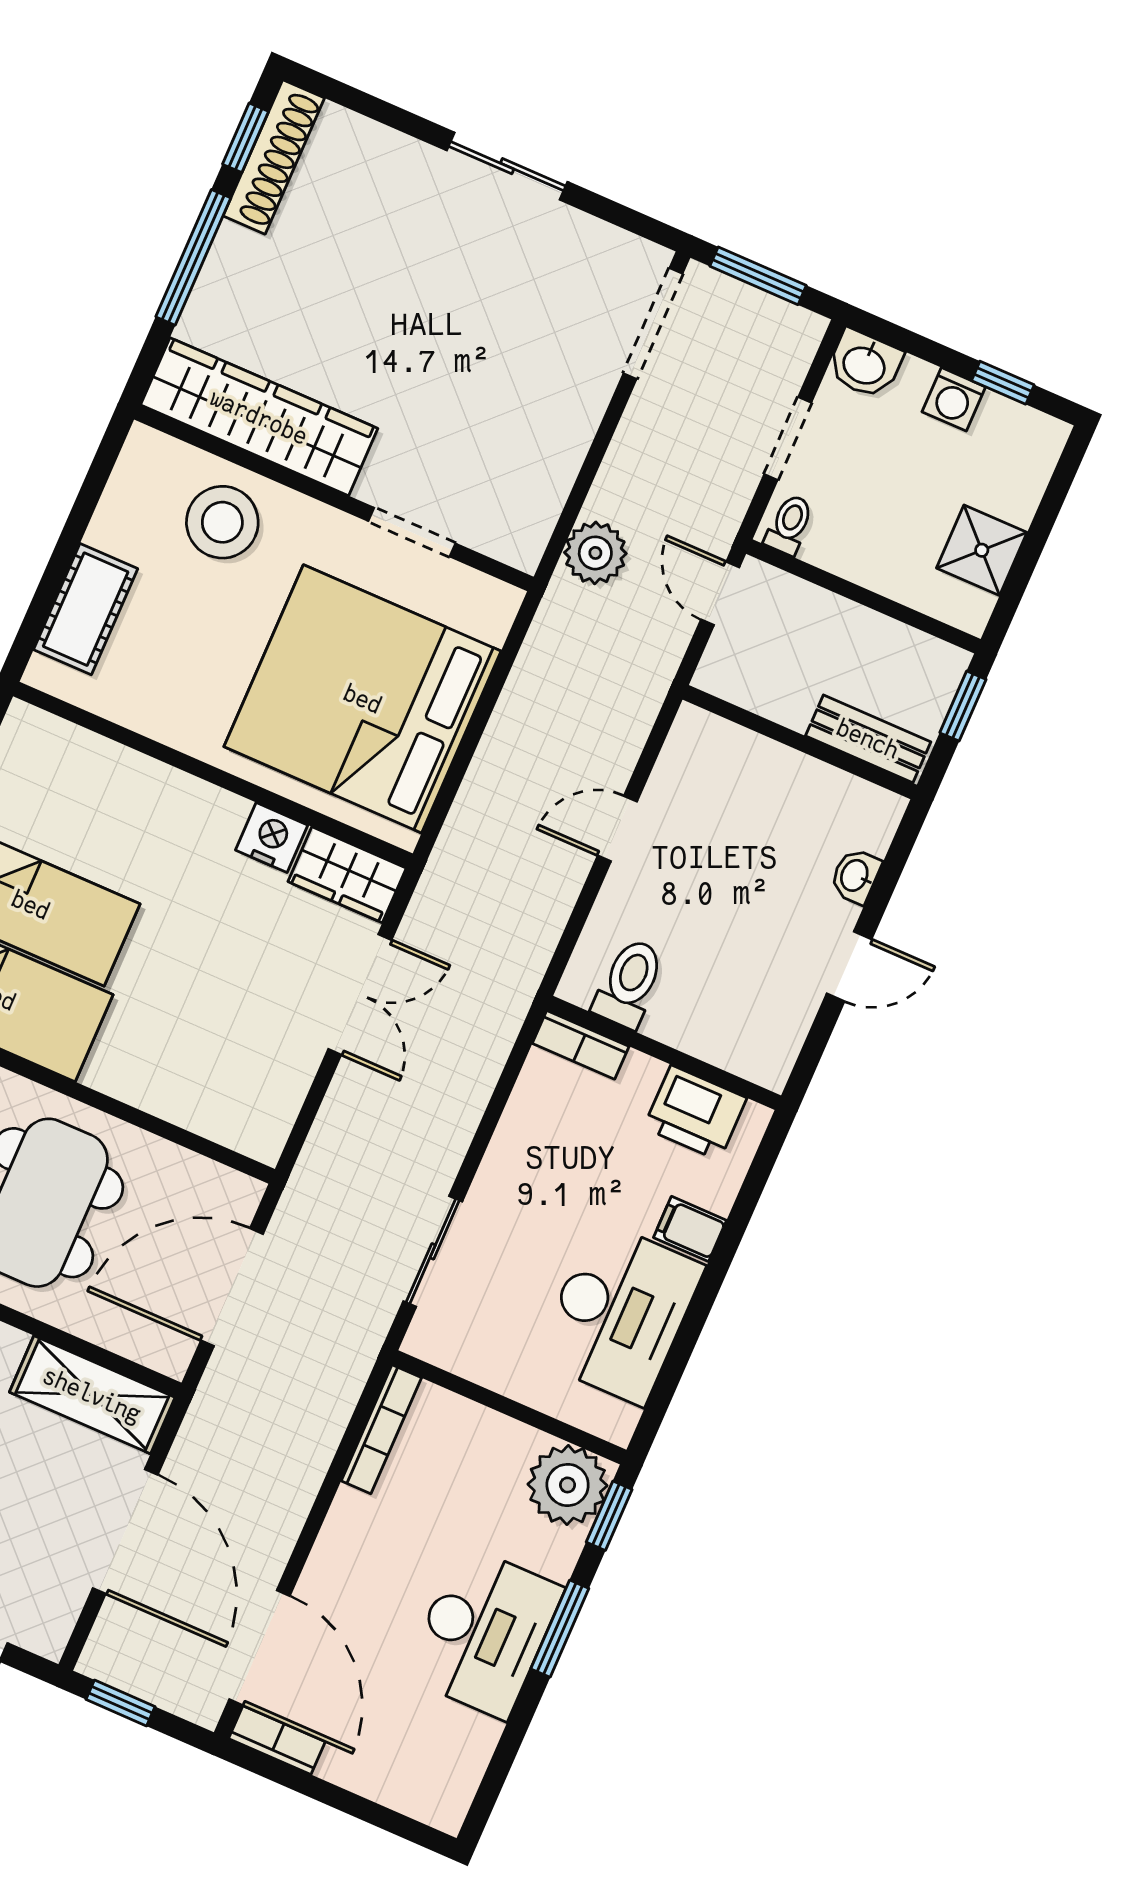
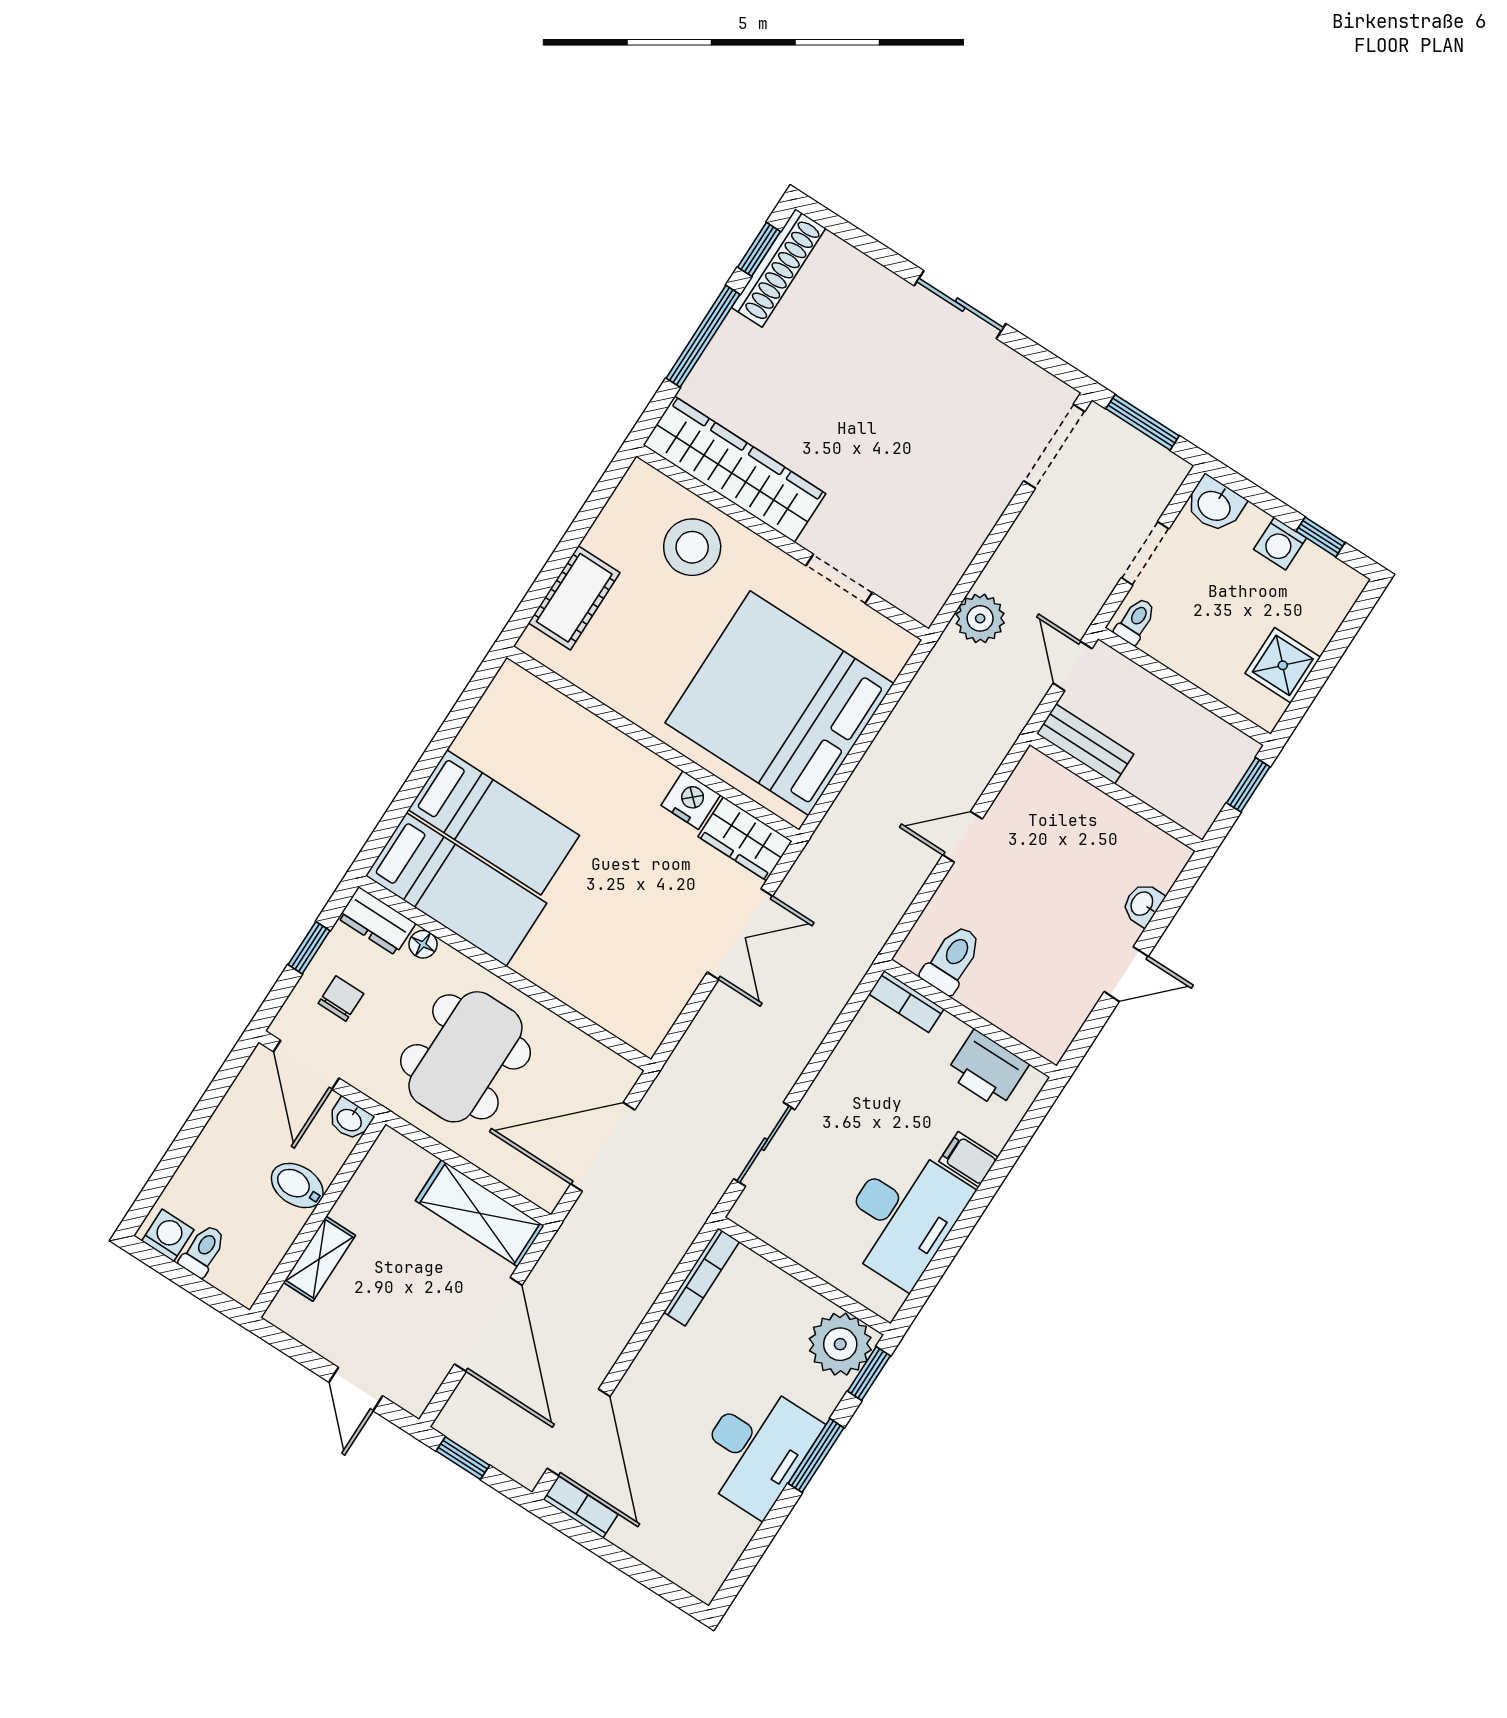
bench: (868, 739) -> (1085, 744), moved

